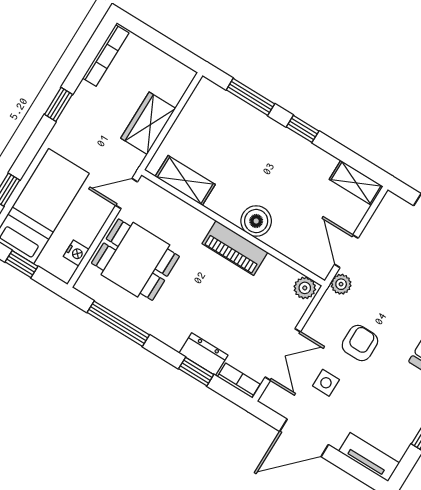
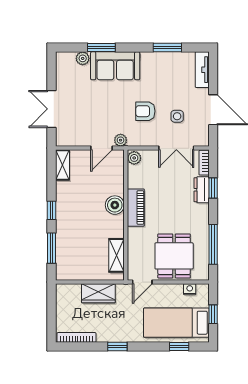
door: (127, 194) -> (142, 282), hinge flipped
double door: (283, 355) -> (176, 148), swing flipped

